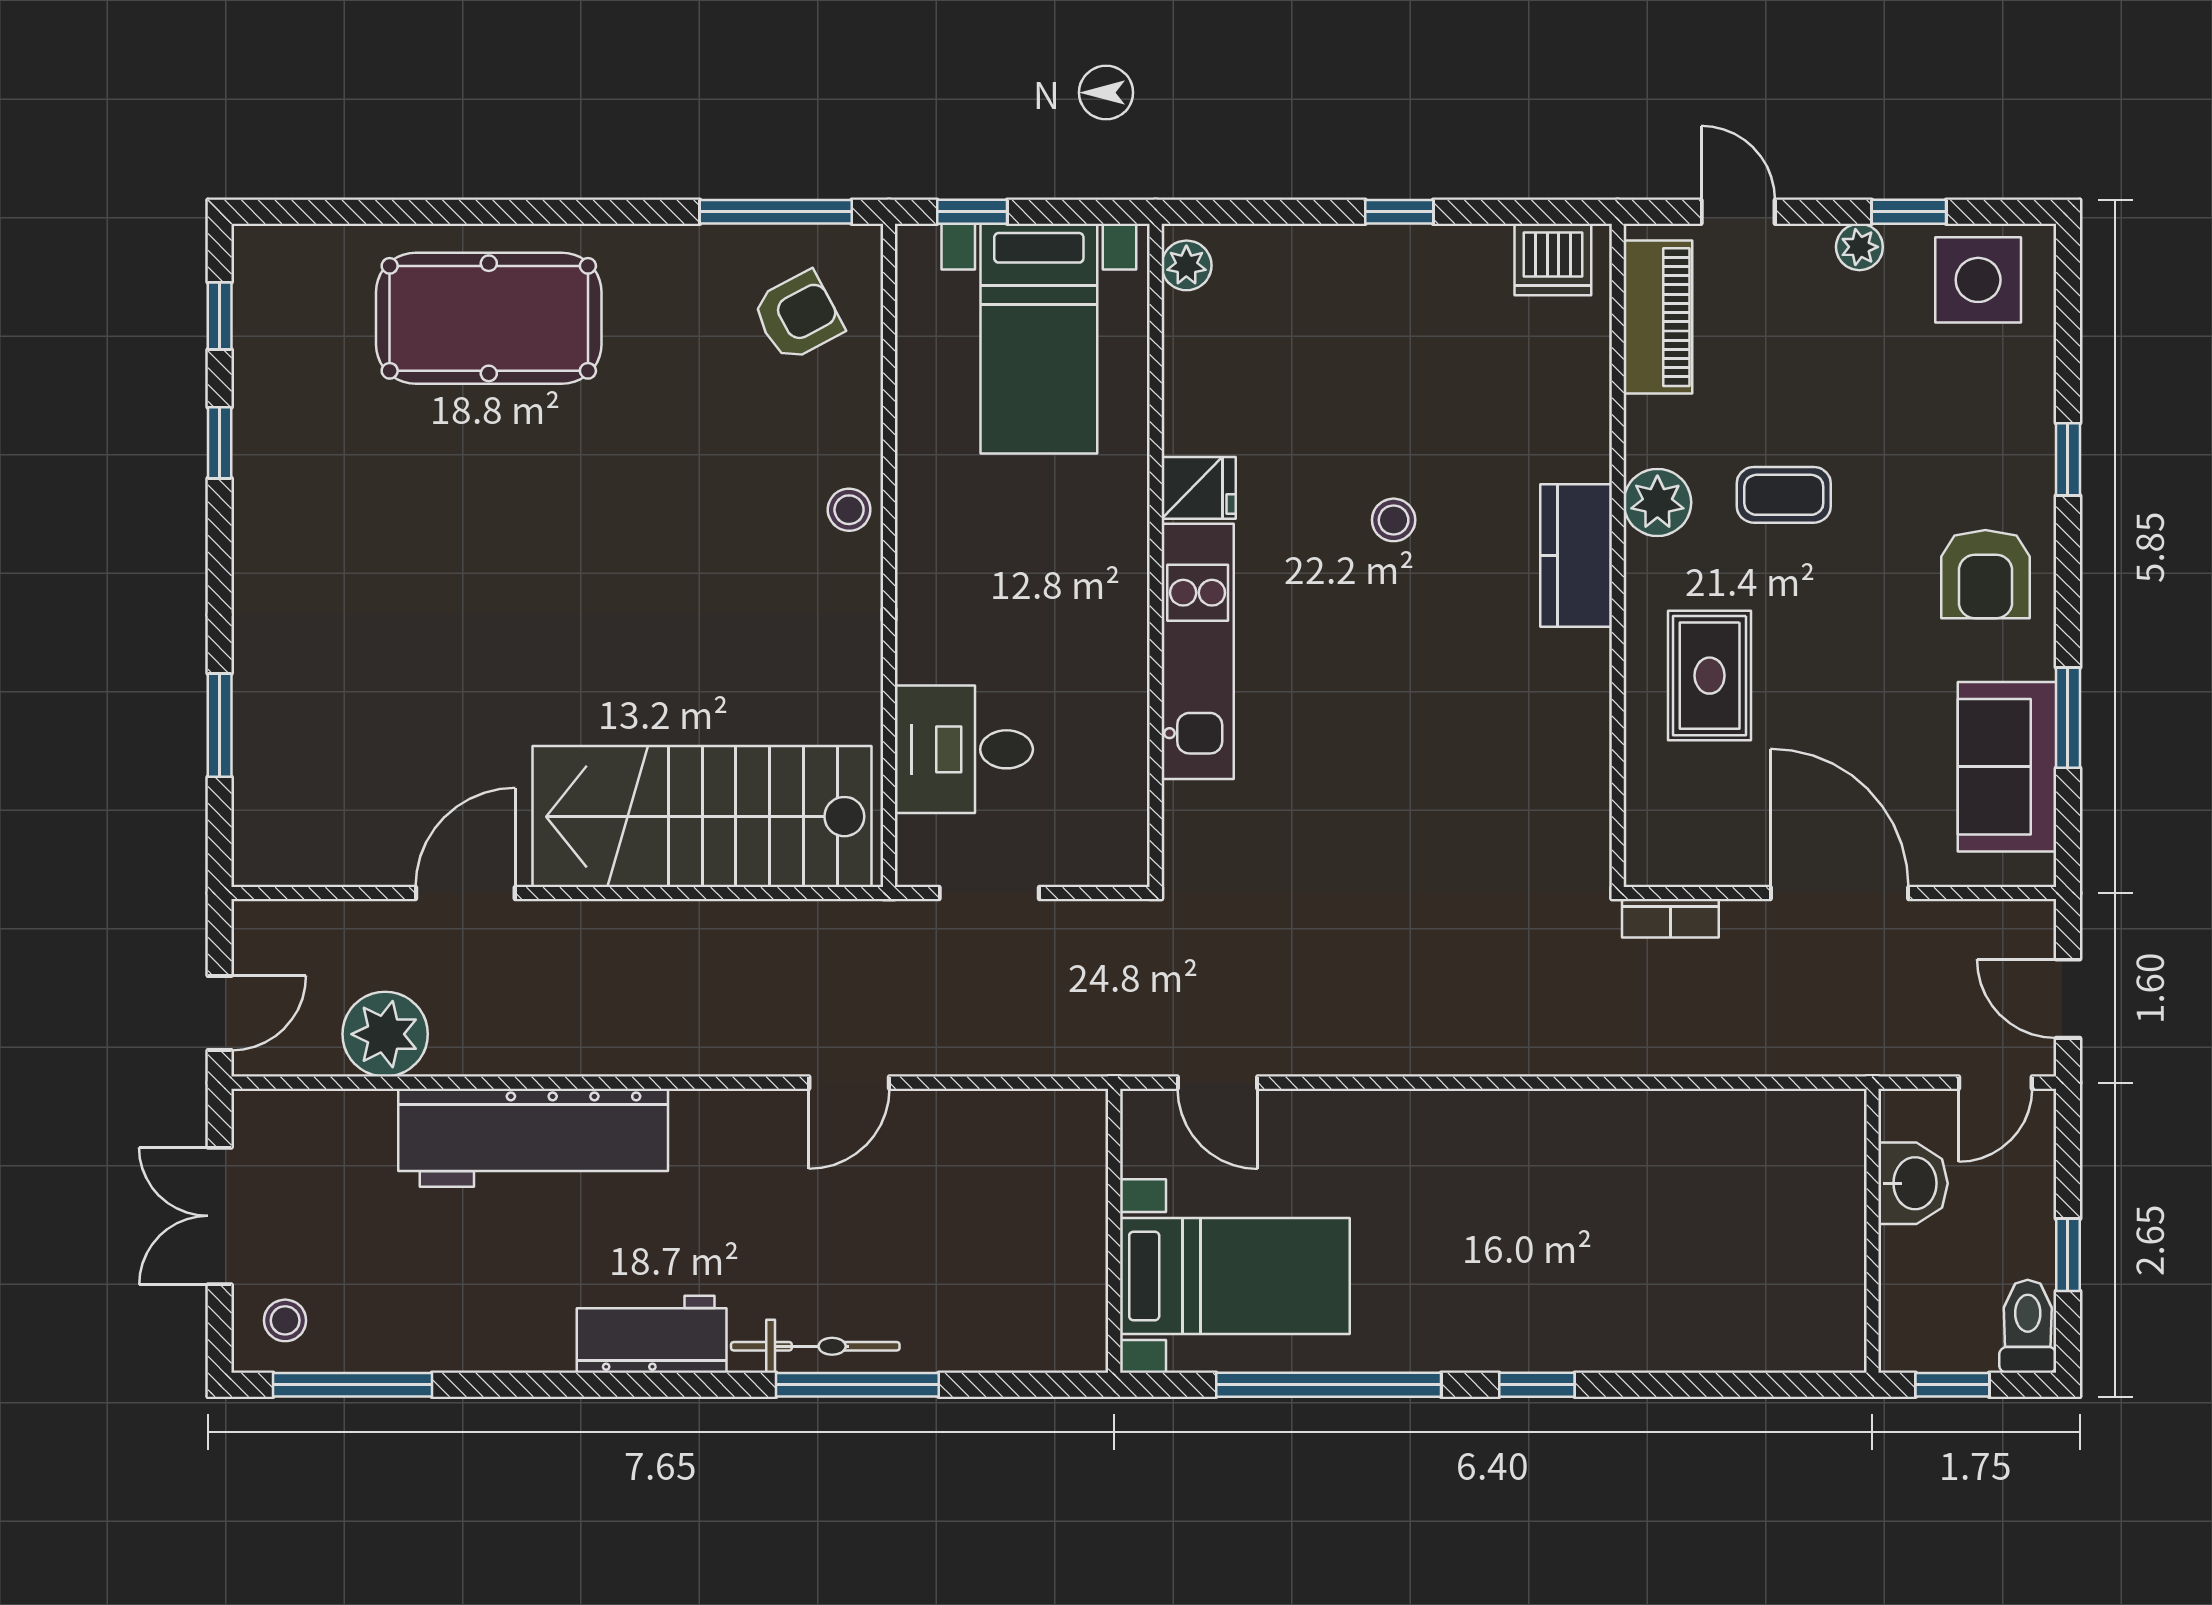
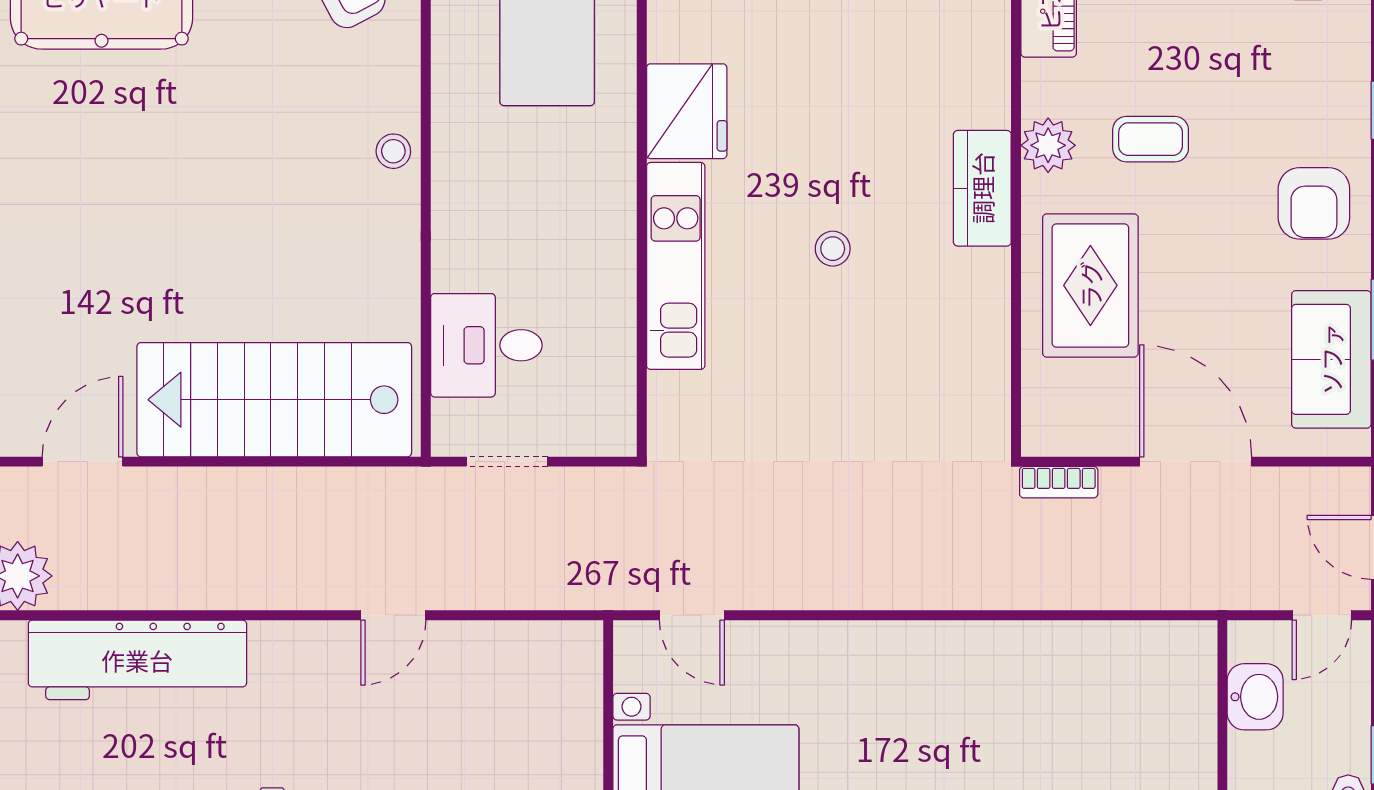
fridge: (1199, 488) -> (687, 111), width x1.88, depth x1.34
stool: (1394, 520) -> (833, 249), moved
rug: (1710, 676) -> (1090, 285), width x1.36, depth x1.43

